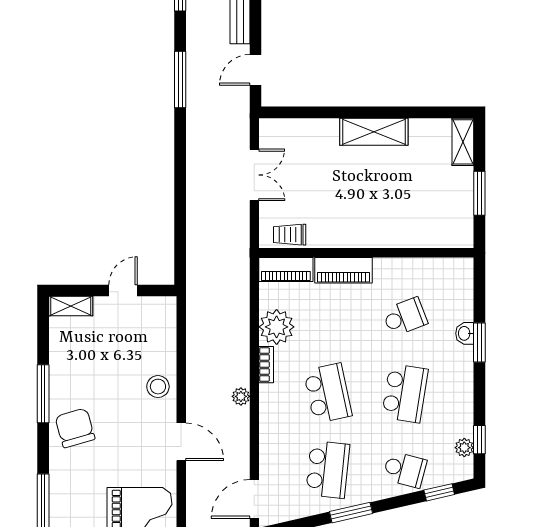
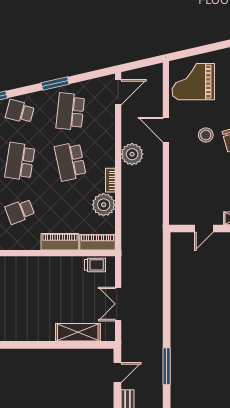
shelving: (374, 132) -> (78, 332), moved
stool: (158, 387) -> (206, 135), moved
plant: (241, 396) -> (132, 154), width x1.88, depth x1.88

